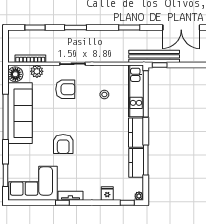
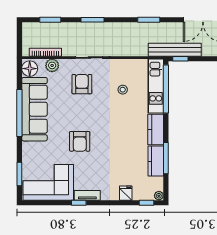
armchair: (65, 89) -> (82, 84), turned -90

